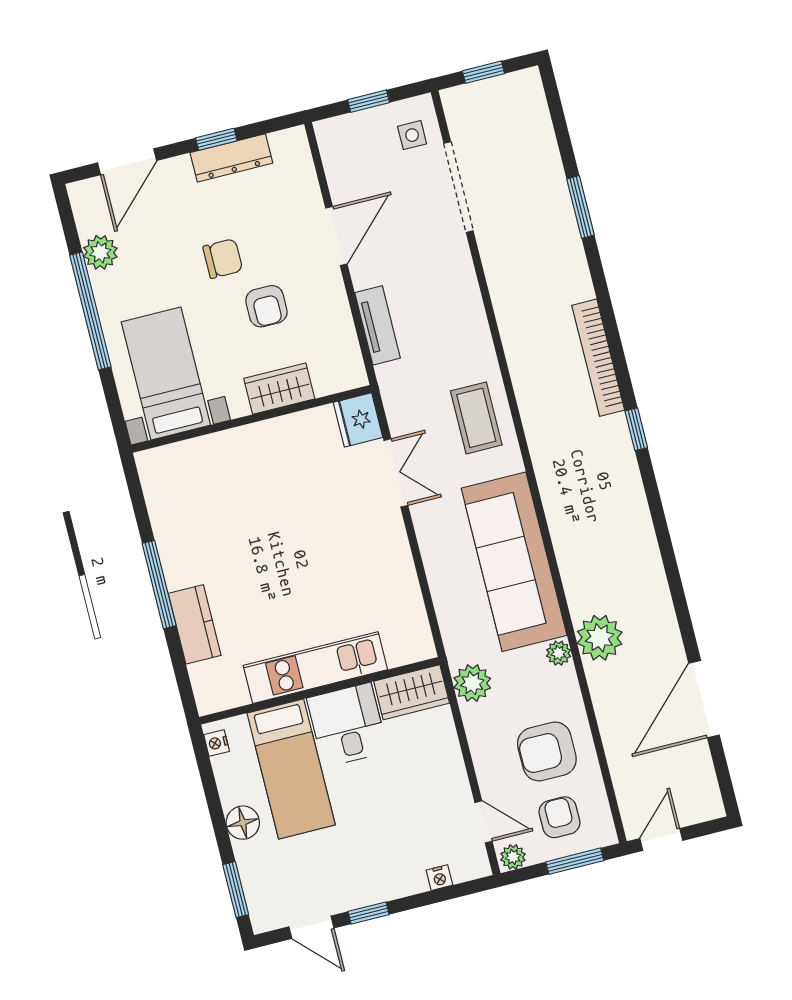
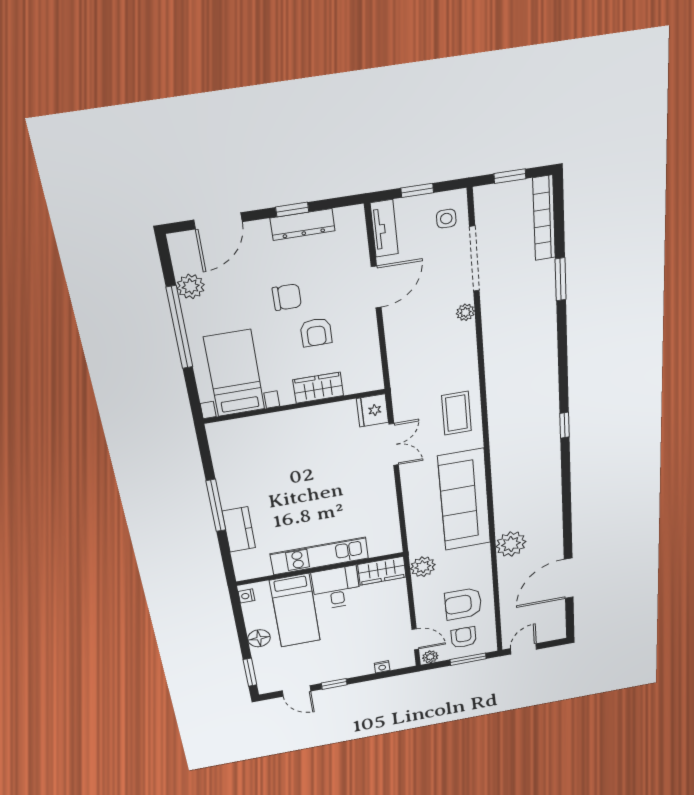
tv unit: (378, 325) -> (384, 228), moved
bookcase: (598, 358) -> (544, 218), moved
plant: (559, 653) -> (465, 312), moved

